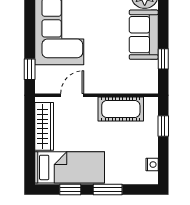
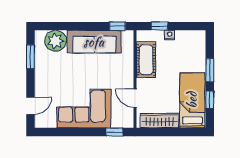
sofa: (144, 35) -> (94, 42), width x1.36
window: (163, 59) -> (117, 26), moved
nightstand: (152, 165) -> (170, 35), moved

